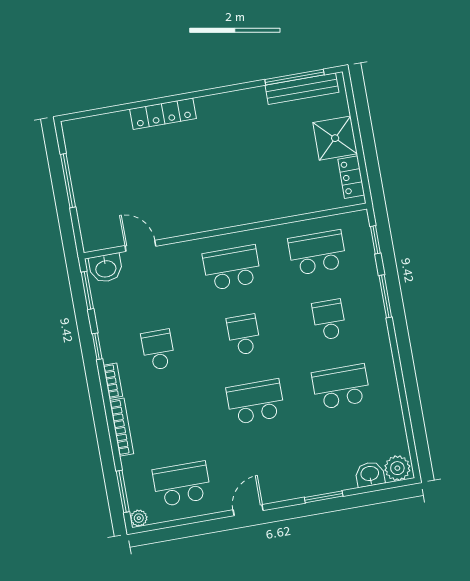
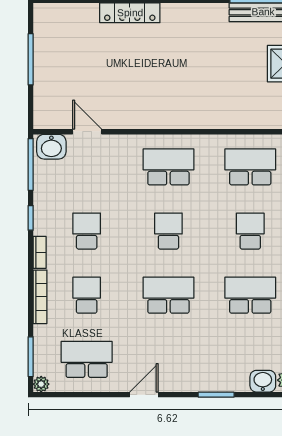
window: (87, 290) -> (31, 164), width x1.44
school desk: (170, 417) -> (87, 295), added

